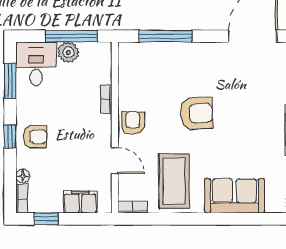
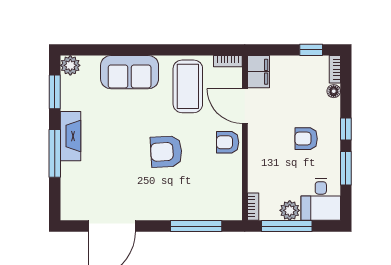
window: (10, 81) -> (346, 168), moved
bookcase: (106, 99) -> (253, 207), moved
armchair: (133, 123) -> (228, 142), turned 90
armchair: (35, 137) -> (306, 139), moved
door: (115, 161) -> (245, 106), width x1.38
filing cabinet: (80, 202) -> (258, 72), moved, turned -90

